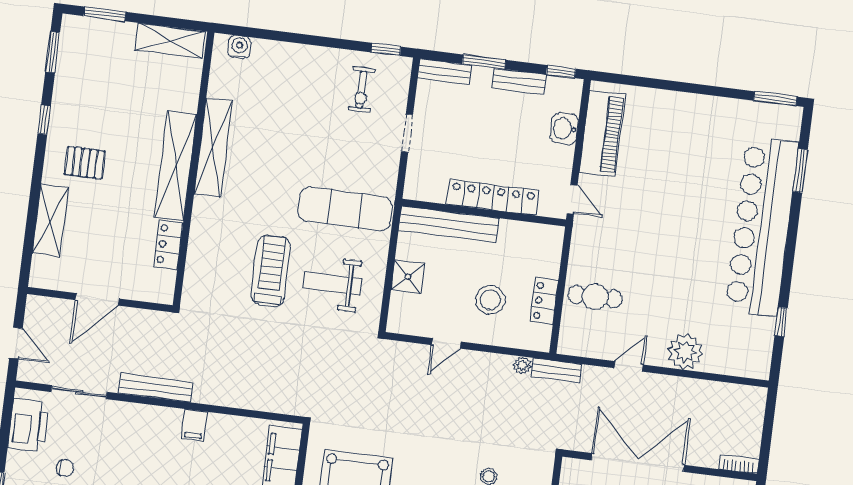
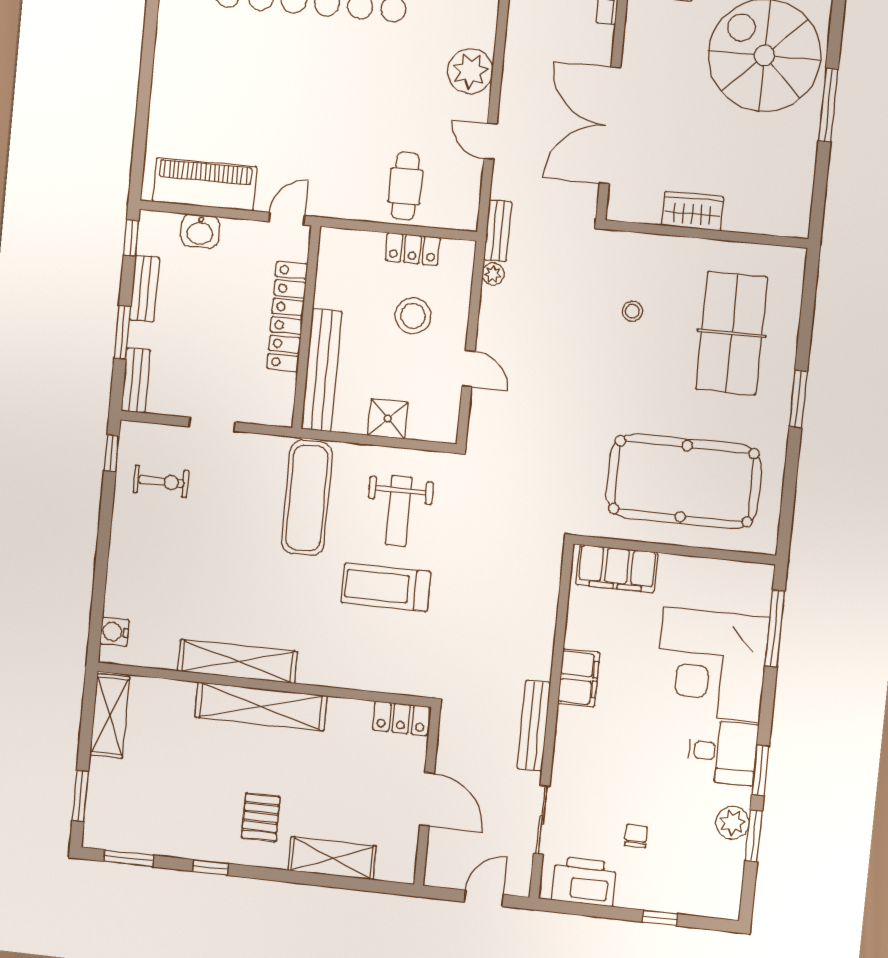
locker: (168, 244) -> (401, 718), moved
filing cabinet: (194, 425) -> (579, 678), width x2.00

